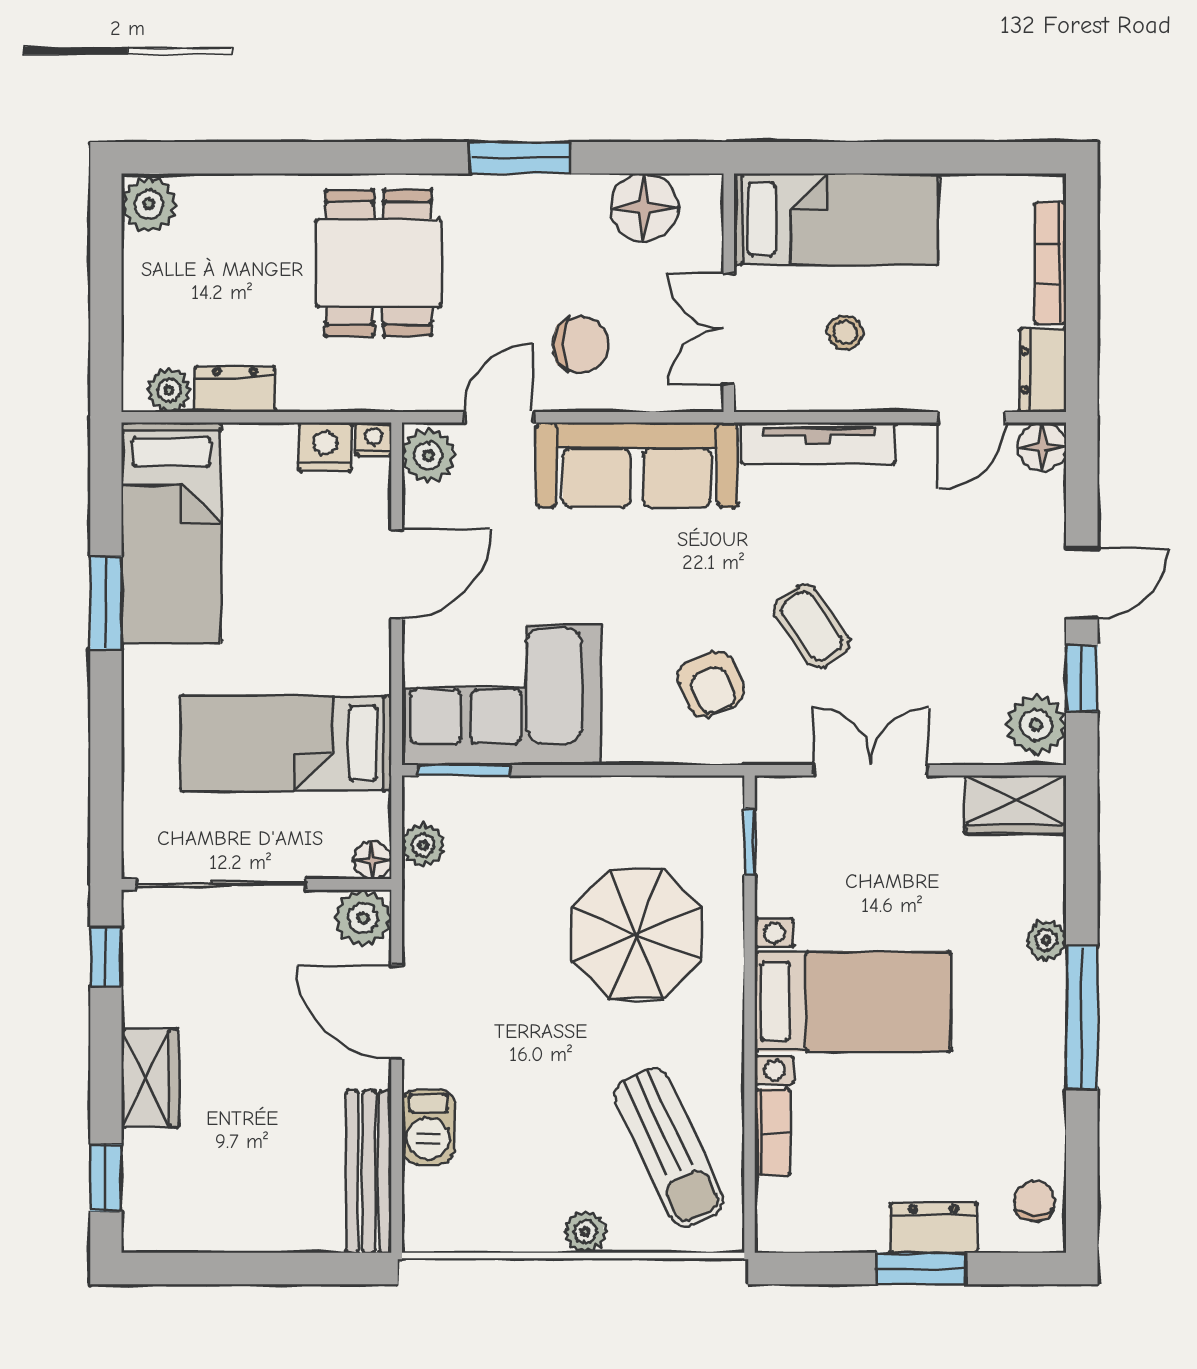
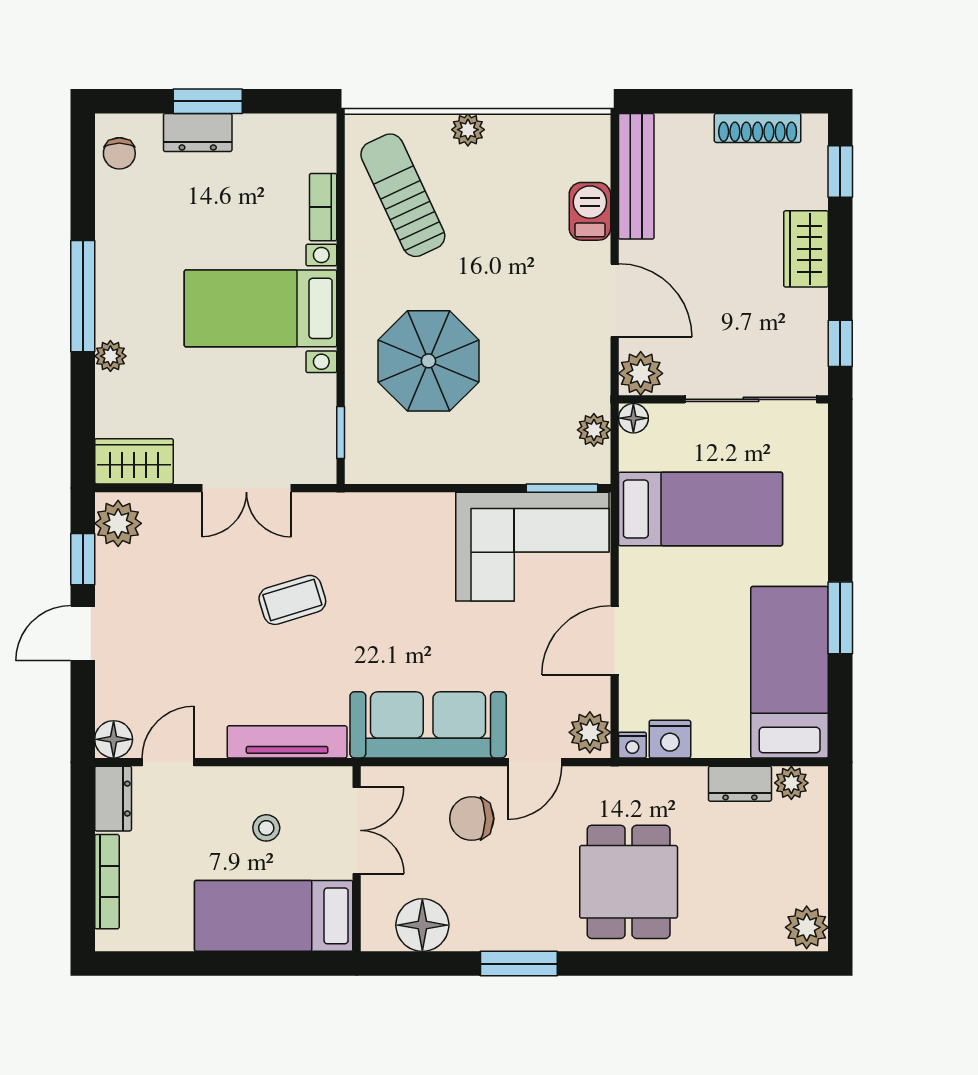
coffee table: (812, 626) -> (292, 600), turned -72
armchair: (711, 684) -> (371, 555), removed
shoe rack: (212, 1234) -> (758, 128), added

